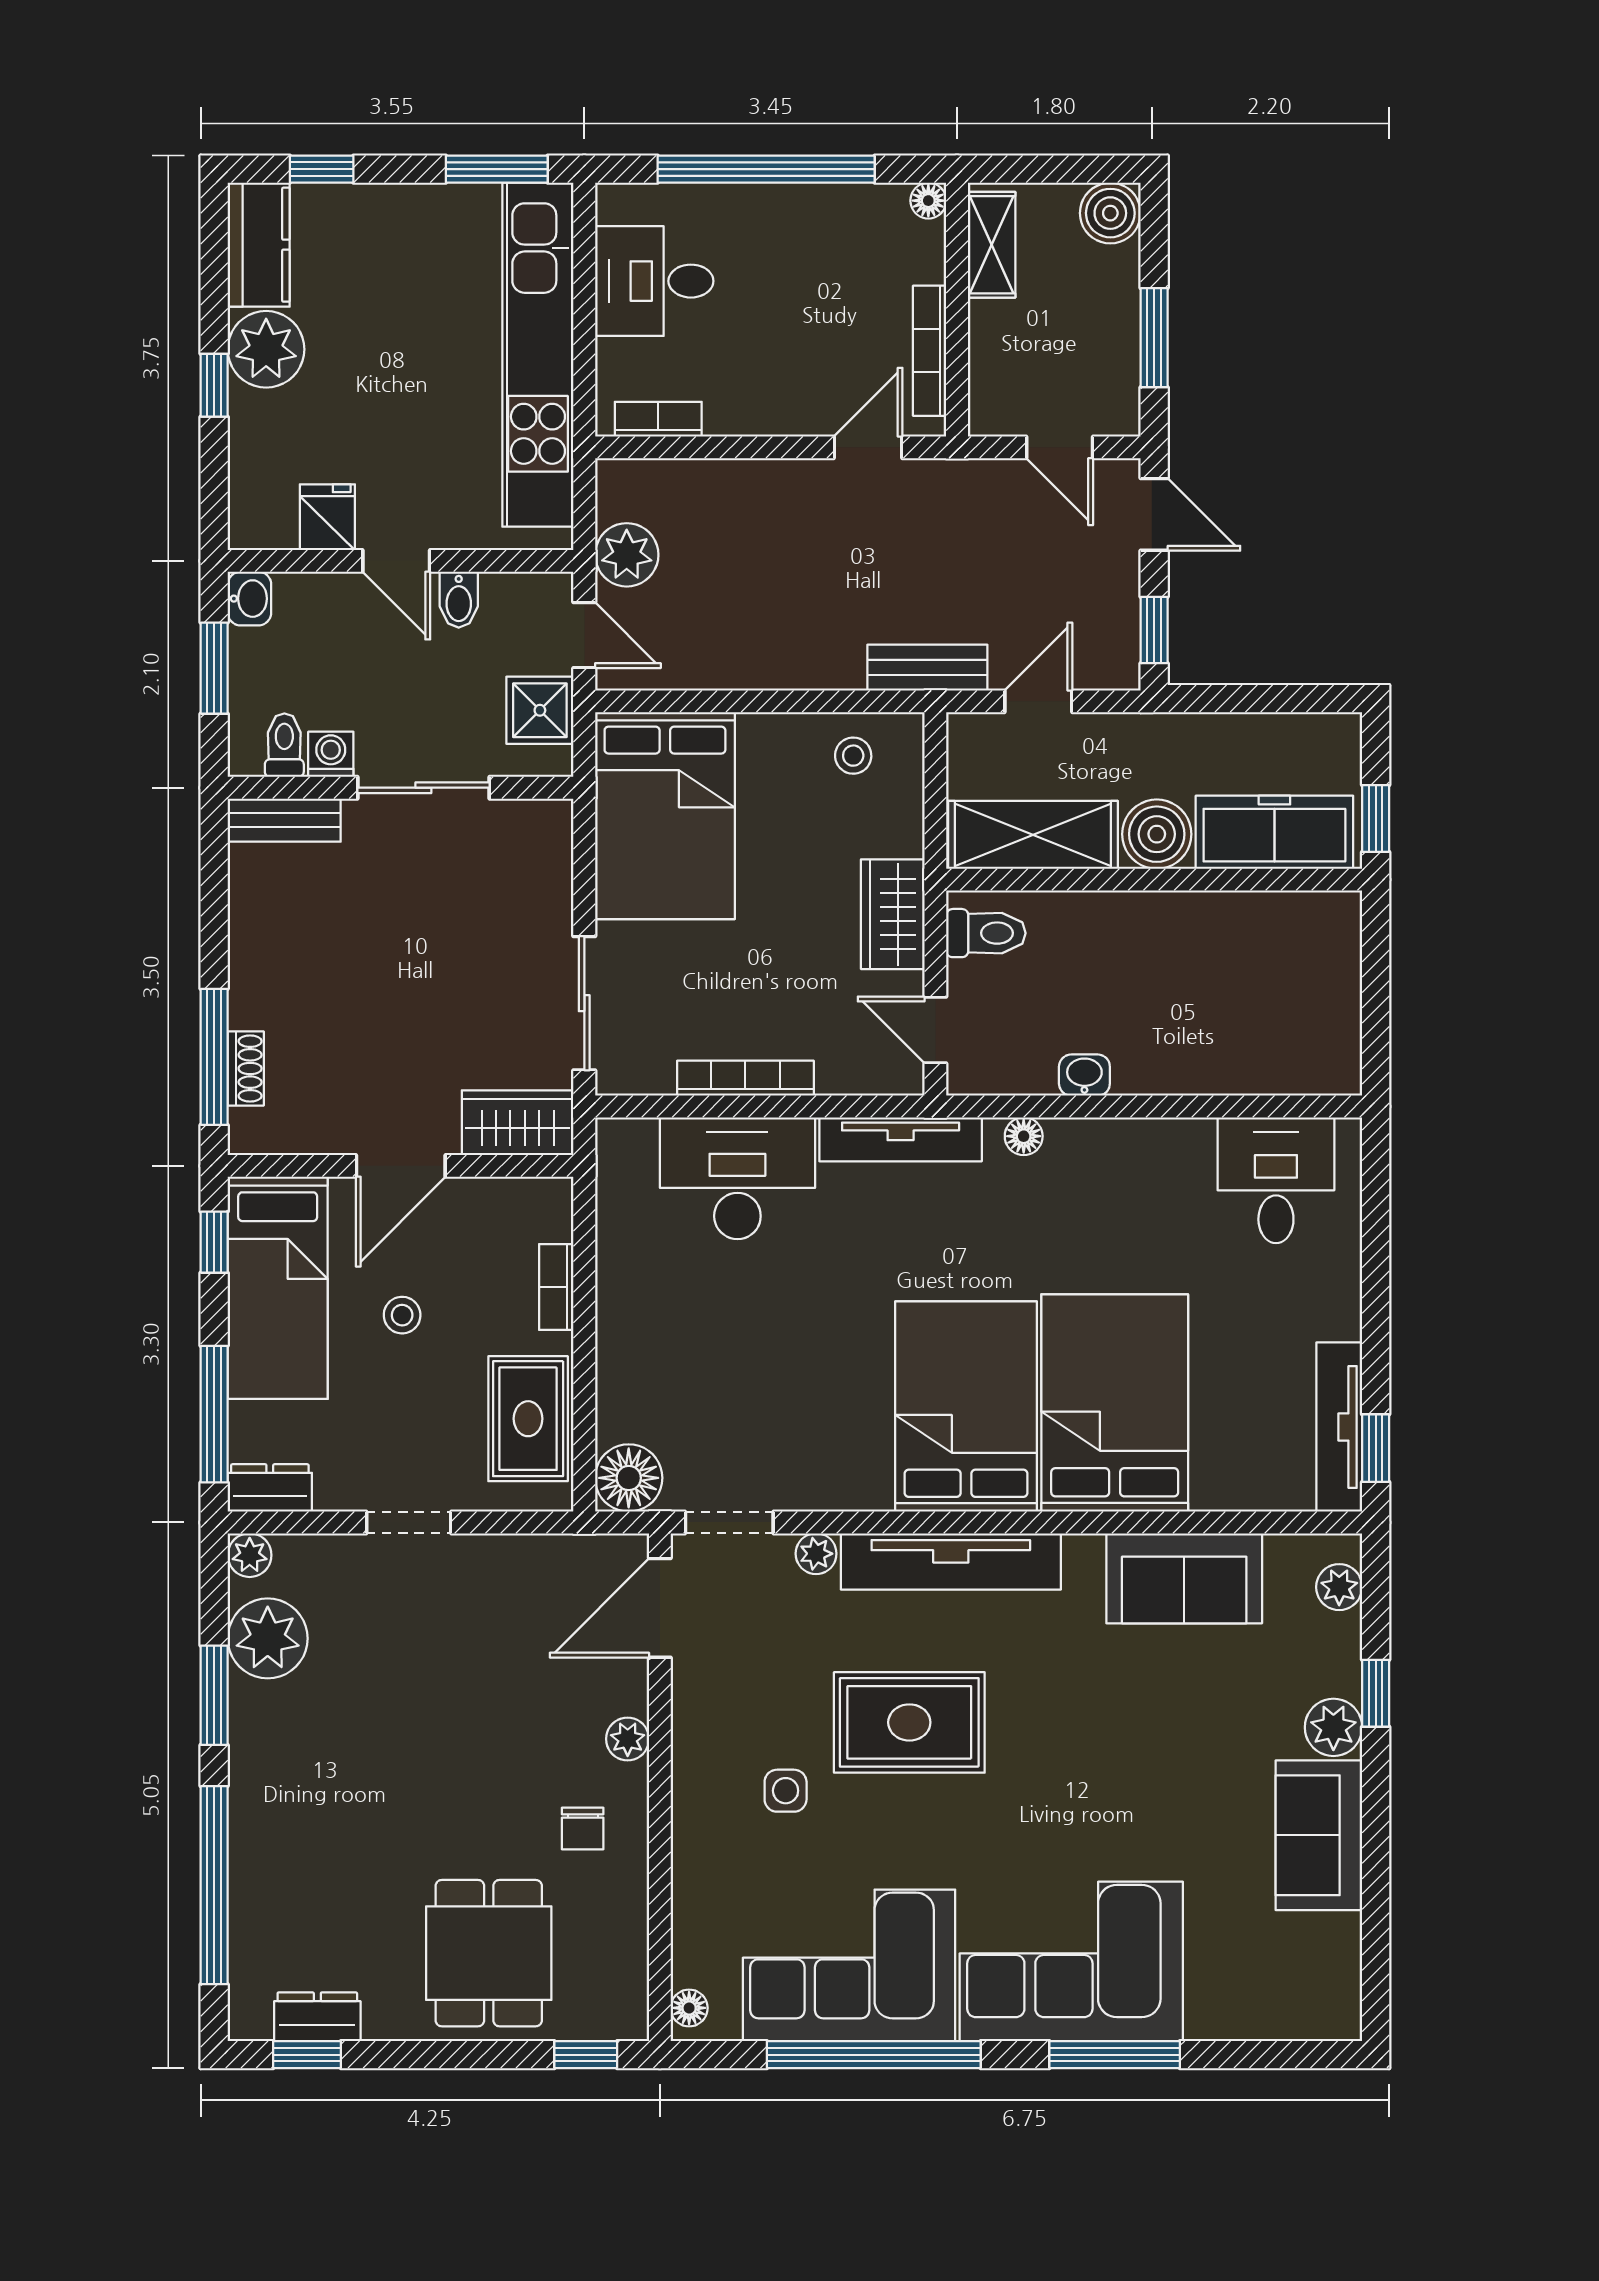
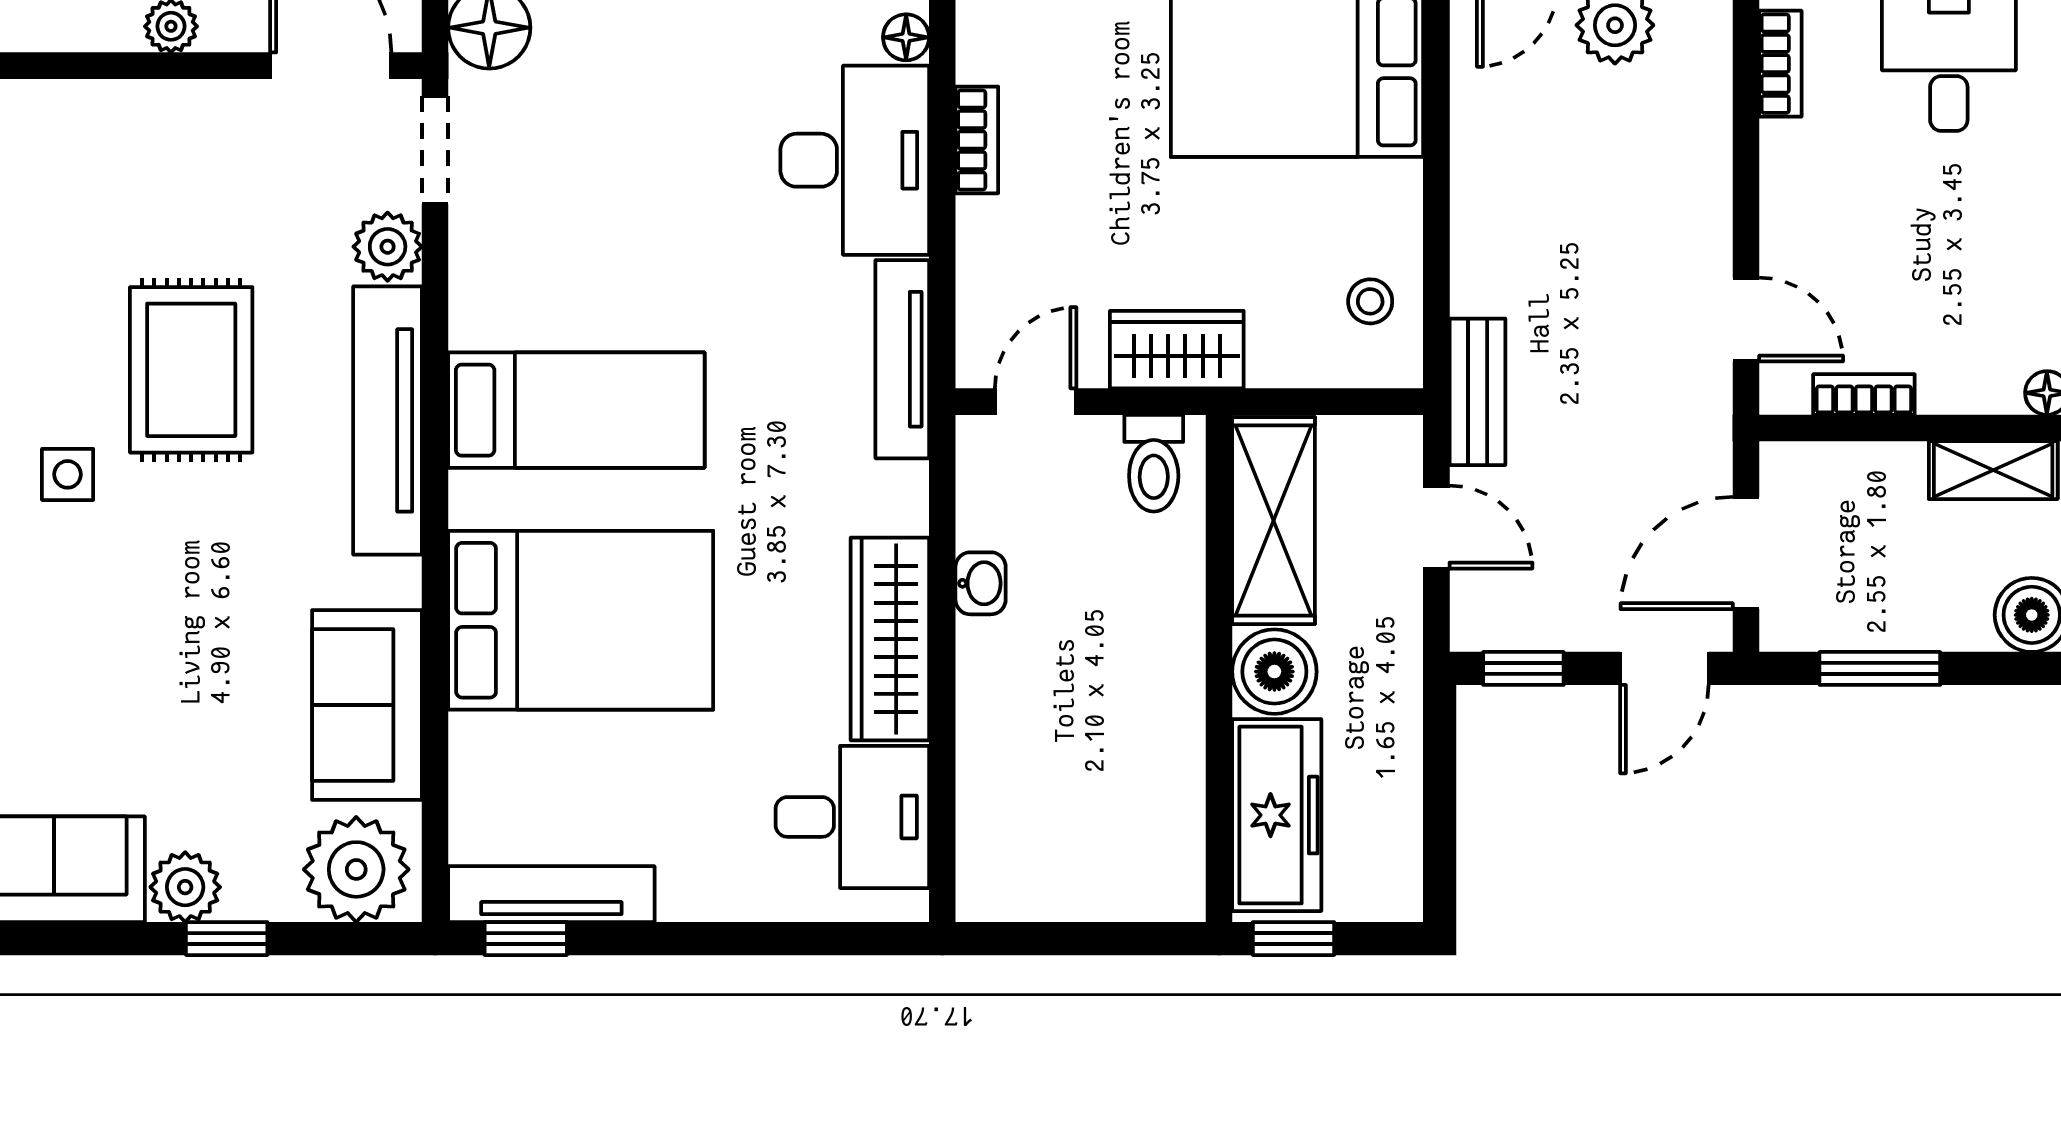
bookcase: (930, 351) -> (1864, 394), width x0.64
door: (1060, 447) -> (1746, 553), width x1.38
bookcase: (745, 1078) -> (977, 140), width x0.64
floor lamp: (1024, 1136) -> (906, 37), moved
wardrobe: (1130, 1149) -> (890, 639), added
bed: (966, 1407) -> (576, 410), width x0.67
plant: (816, 1554) -> (388, 247), width x1.38, depth x1.38
plant: (1339, 1587) -> (356, 869), width x1.87, depth x1.87
side table: (786, 1791) -> (68, 474), moved

